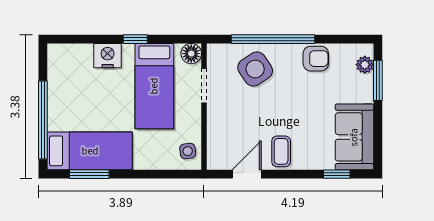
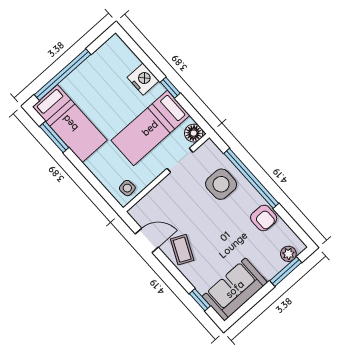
side table: (255, 69) -> (221, 184), turned 34
coffee table: (281, 151) -> (182, 250), turned -65

